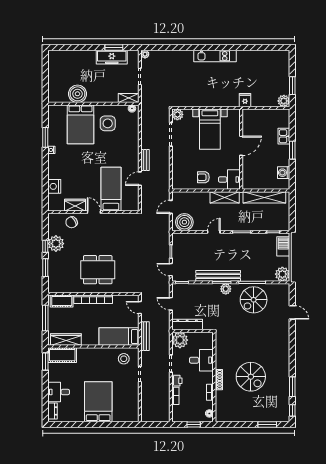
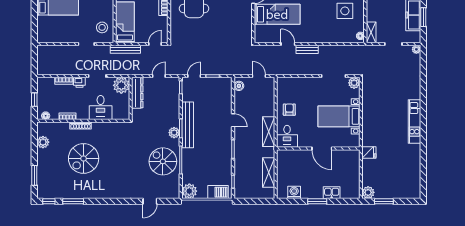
shelving: (264, 197) -> (269, 172), width x0.68
boiler: (184, 222) -> (239, 86), width x0.54, depth x0.54
plant: (235, 416) -> (43, 142), added

